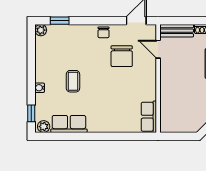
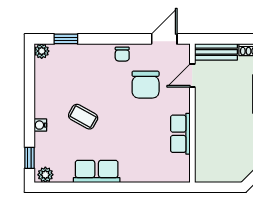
door: (158, 49) -> (192, 75), hinge flipped
coffee table: (73, 81) -> (83, 117), turned -61
row of seats: (149, 117) -> (180, 134), moved
row of seats: (69, 124) -> (97, 171), moved

